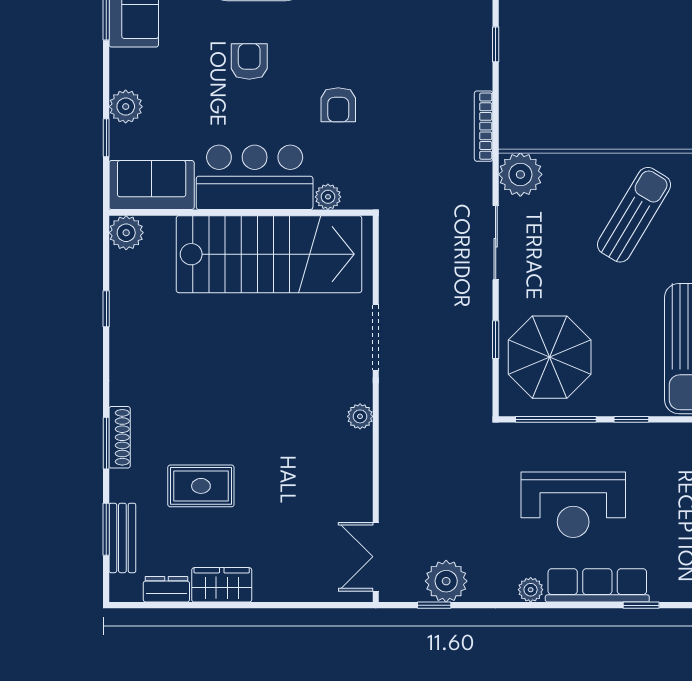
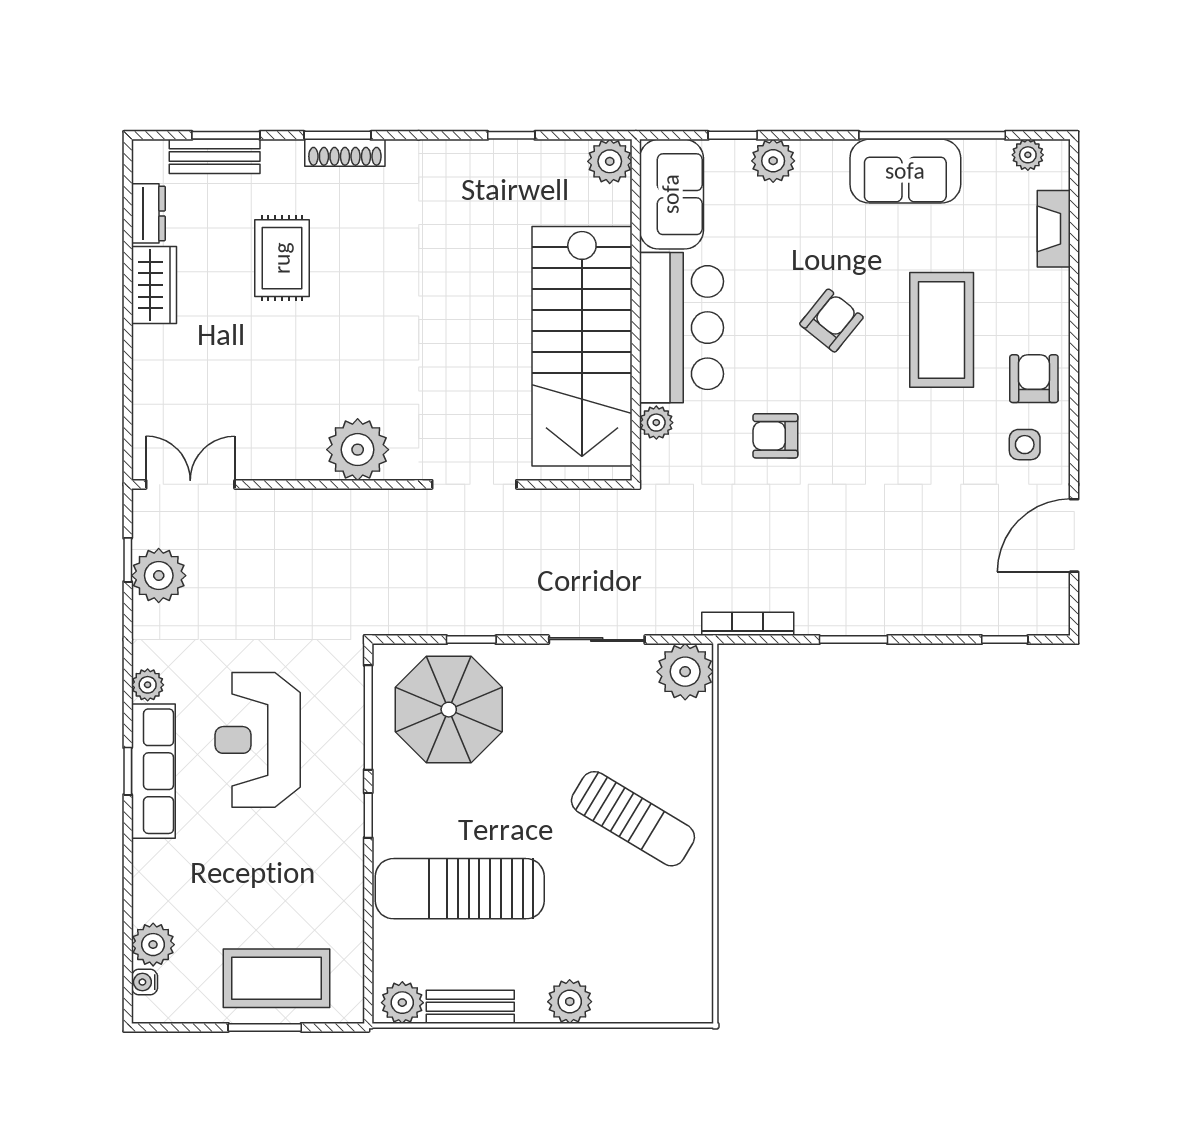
window: (496, 44) -> (853, 640), width x1.50
armchair: (249, 61) -> (831, 321), turned -51
plant: (360, 416) -> (358, 450), width x1.88, depth x1.88
window: (641, 605) -> (128, 771), moved

